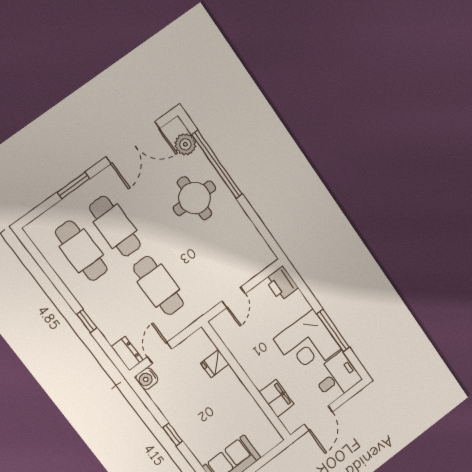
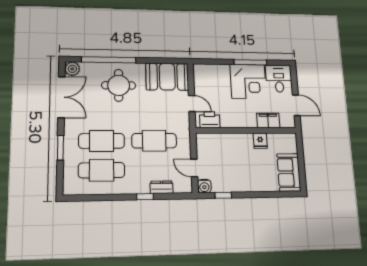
plant: (185, 144) -> (72, 69), moved
booth: (246, 247) -> (167, 77), added
printer: (282, 283) -> (210, 120), moved, turned 180
dresser: (127, 354) -> (162, 187), moved
fridge: (215, 364) -> (260, 141), moved
window: (173, 434) -> (223, 195), moved

